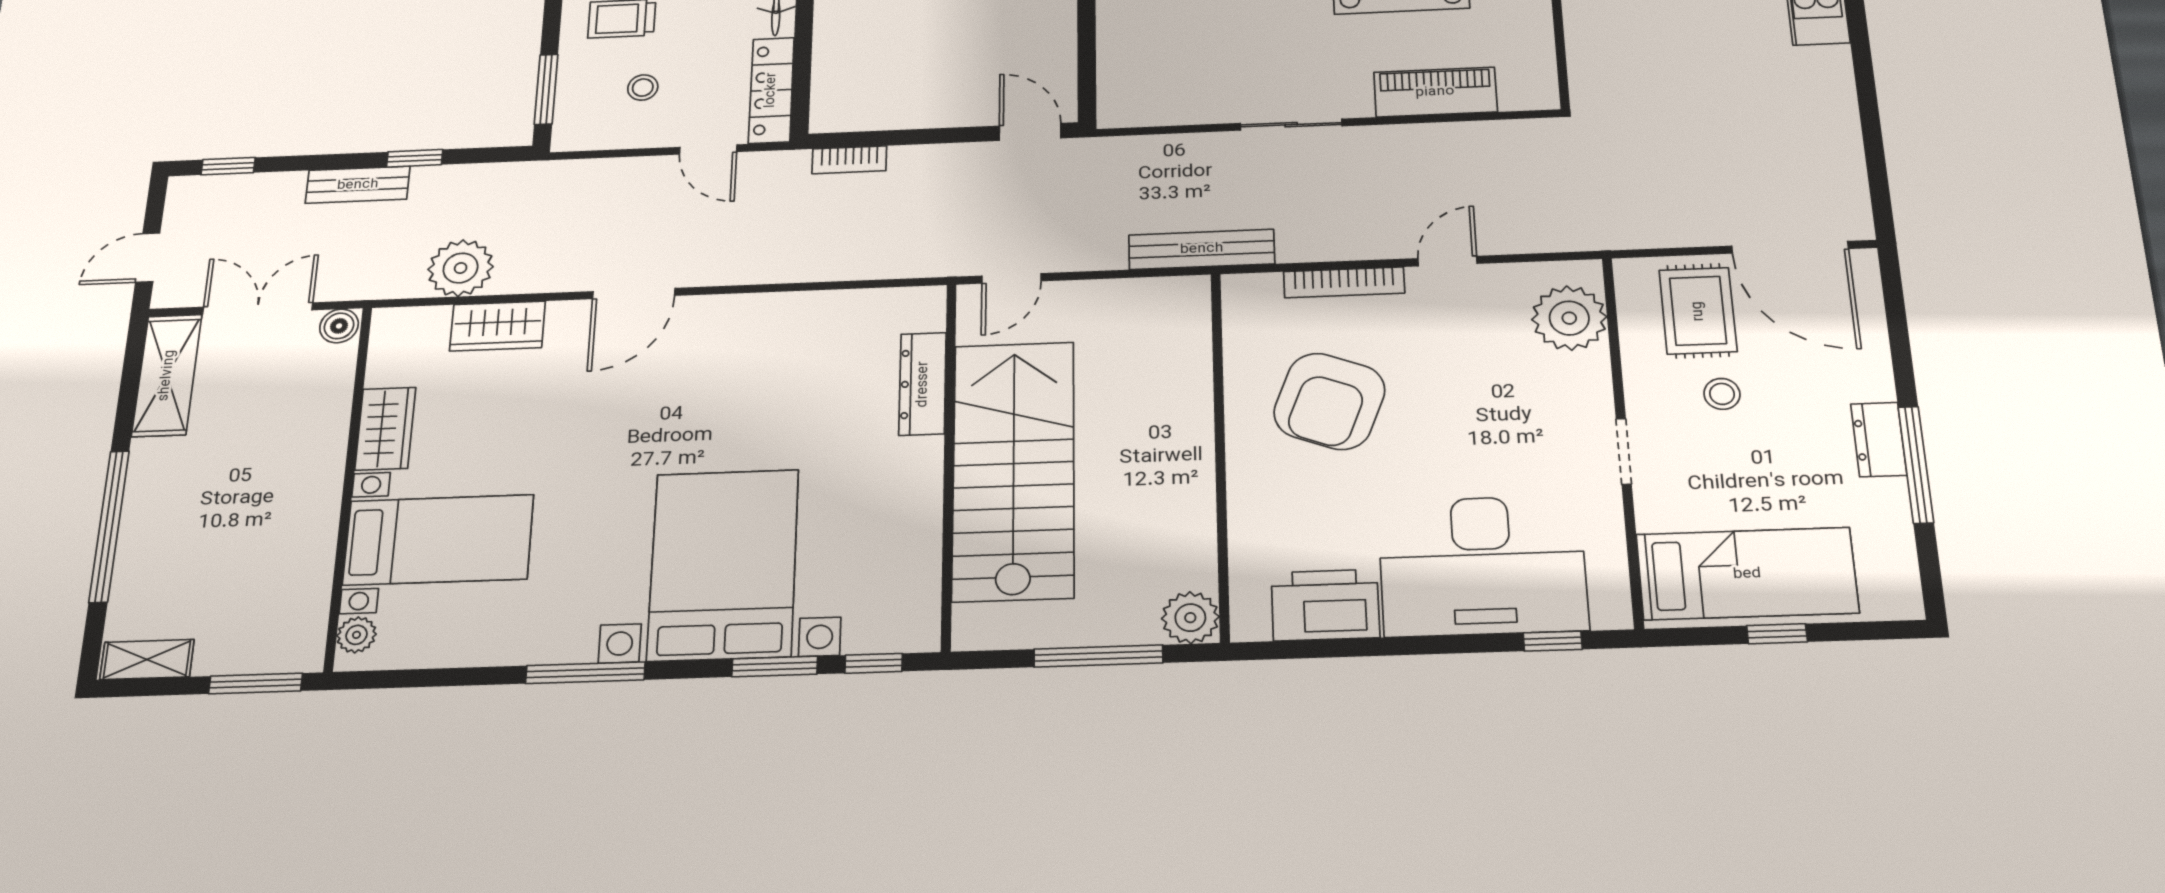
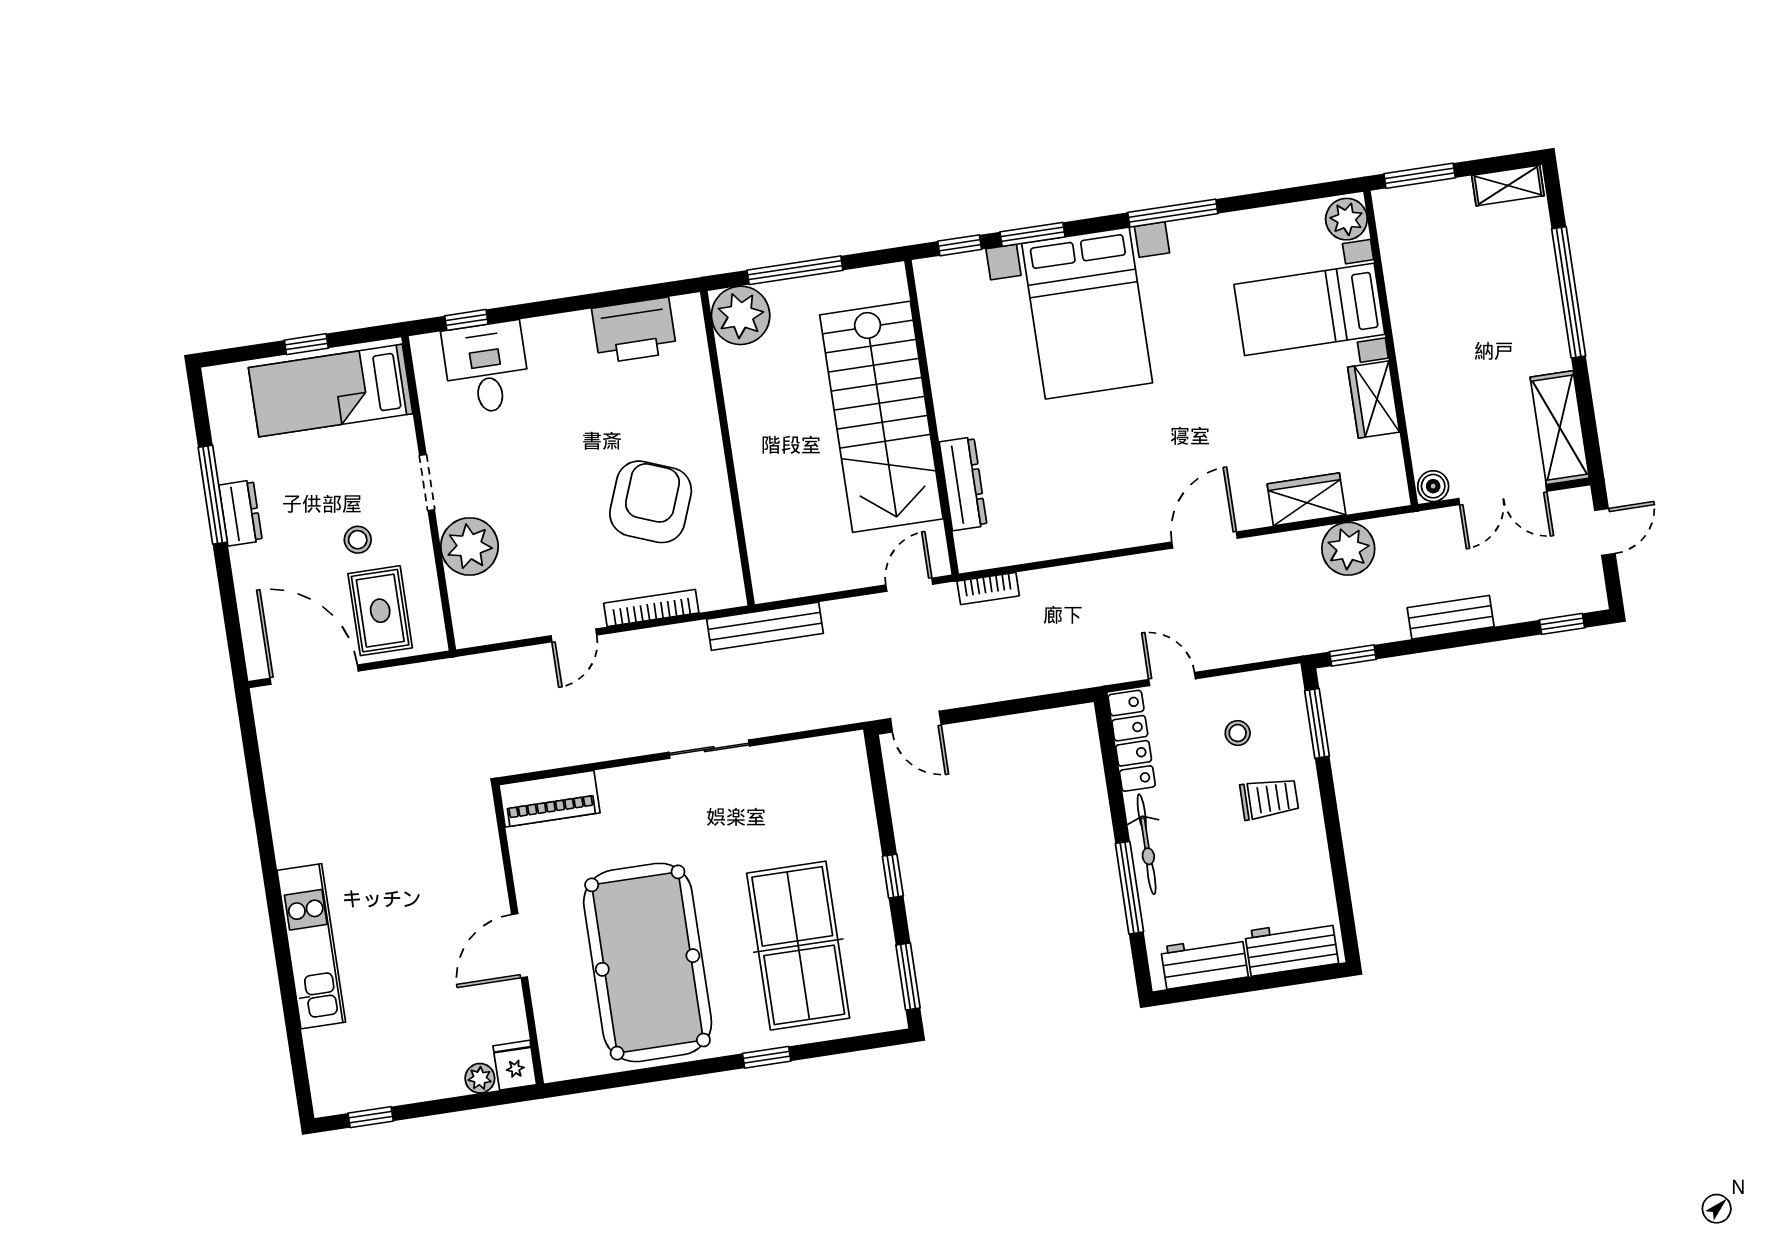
piano: (1435, 92) -> (550, 799), moved
window: (415, 158) -> (1353, 655), moved
bookcase: (849, 160) -> (988, 588), moved, turned 180
plant: (1569, 318) -> (469, 546), moved
desk: (1482, 566) -> (486, 368), width x0.53, depth x0.77
plant: (1190, 618) -> (741, 315), width x1.36, depth x1.36
plant: (356, 635) -> (1346, 219), width x1.38, depth x1.38

